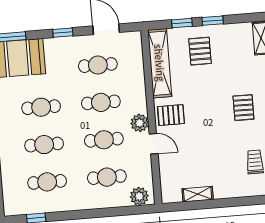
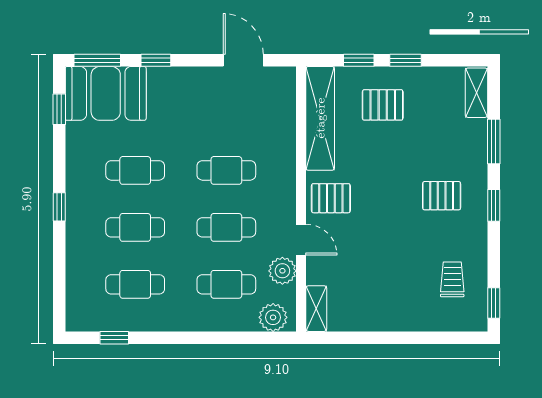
window: (63, 33) -> (156, 60), moved
pallet: (200, 51) -> (383, 105), turned 90
cafe table: (98, 65) -> (226, 114), removed
pallet: (243, 108) -> (442, 196), turned 90
plant: (140, 123) -> (282, 271), moved
shelving: (198, 194) -> (316, 309), moved, turned 90

